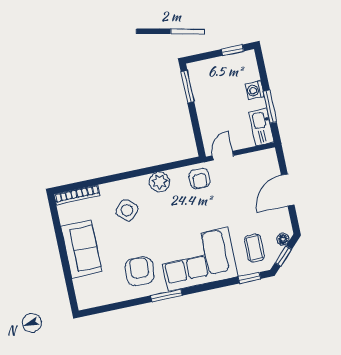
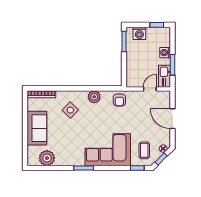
washing machine: (208, 69) -> (139, 33), added
door: (223, 156) -> (150, 89), moved
door: (288, 190) -> (172, 119), hinge flipped
armchair: (140, 271) -> (70, 149), removed
plant: (107, 292) -> (47, 158), added

